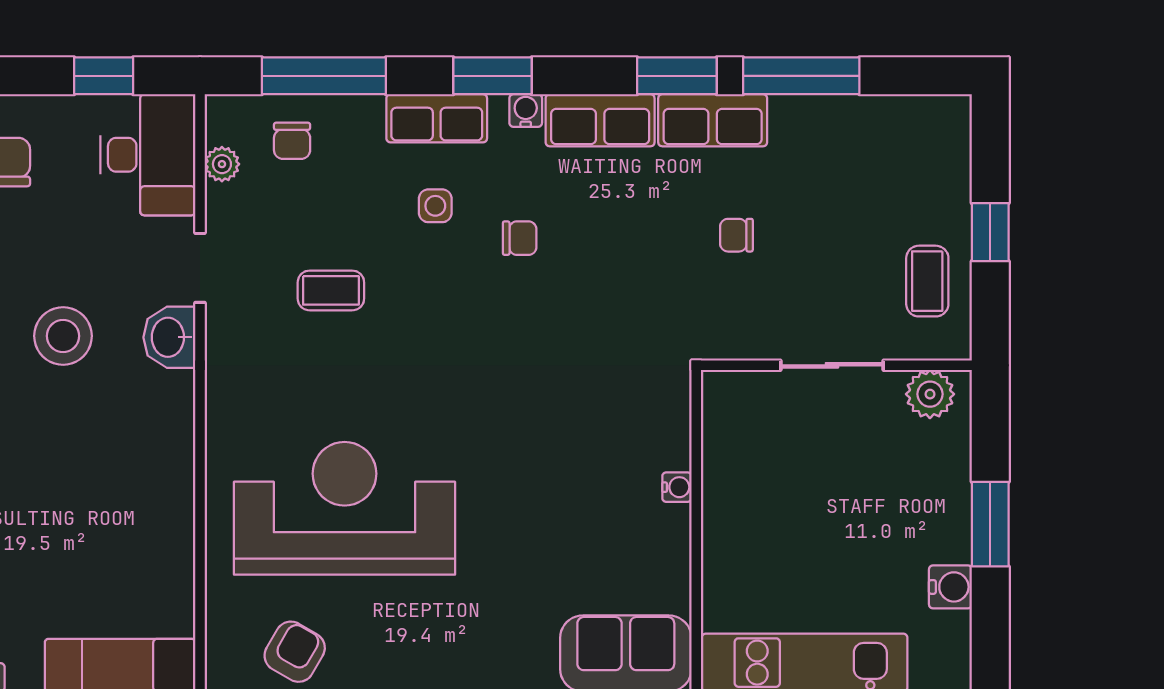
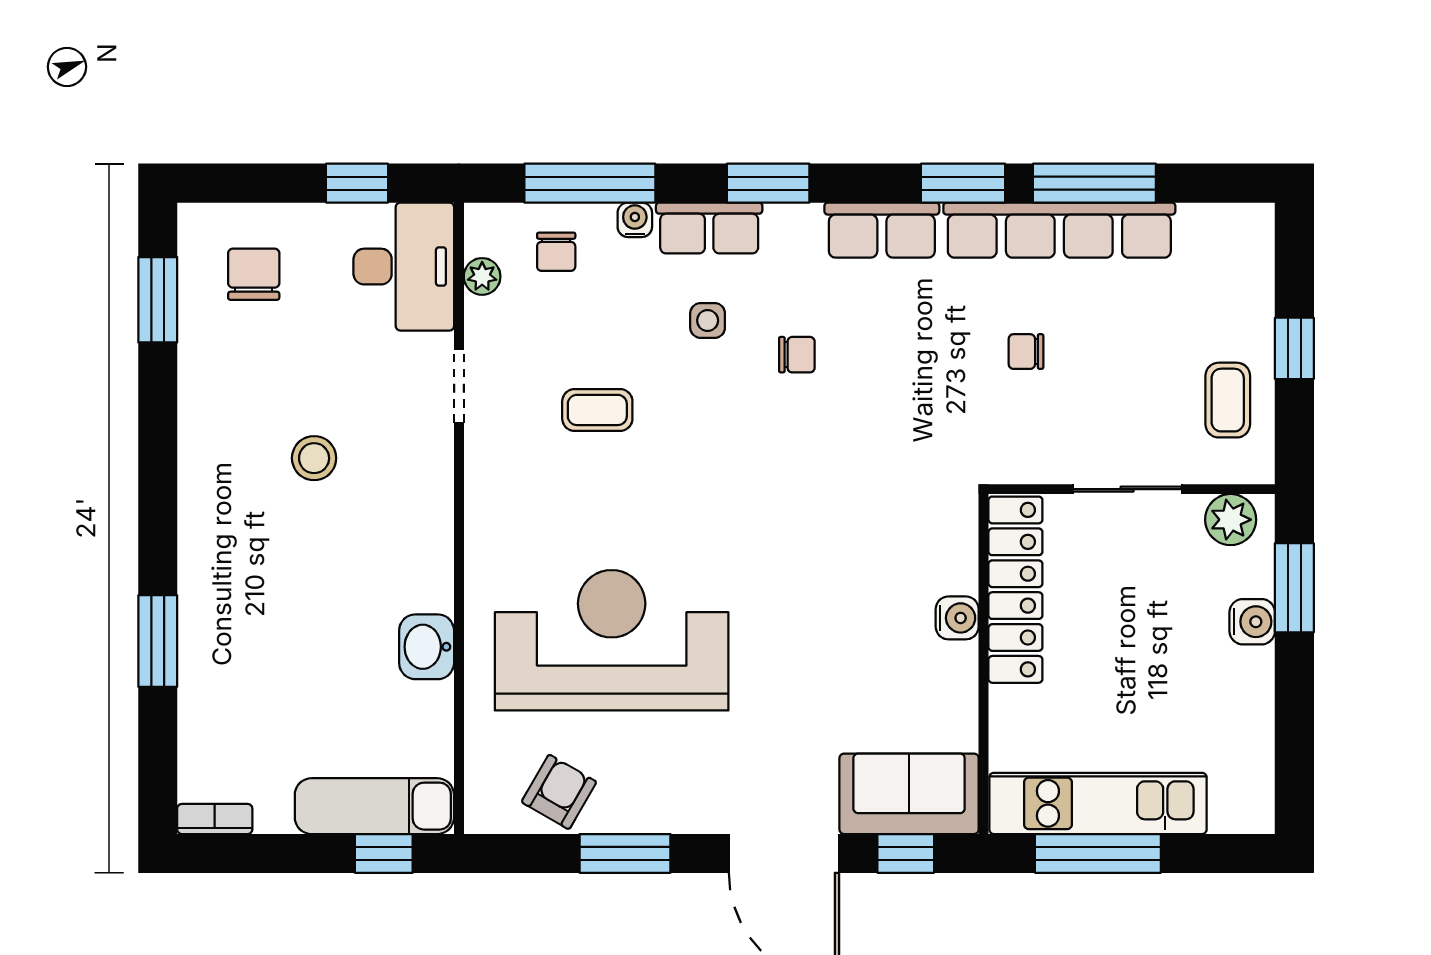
water cooler: (526, 111) -> (635, 220), moved
row of seats: (713, 120) -> (1059, 230), width x2.02
stool: (63, 336) -> (314, 458), width x0.73, depth x0.73
washbasin: (169, 337) -> (427, 647), moved
locker: (726, 460) -> (1015, 590), added
water cooler: (677, 487) -> (957, 618), width x1.38, depth x1.38
window: (990, 524) -> (1294, 588), moved
water cooler: (950, 587) -> (1252, 622), moved

